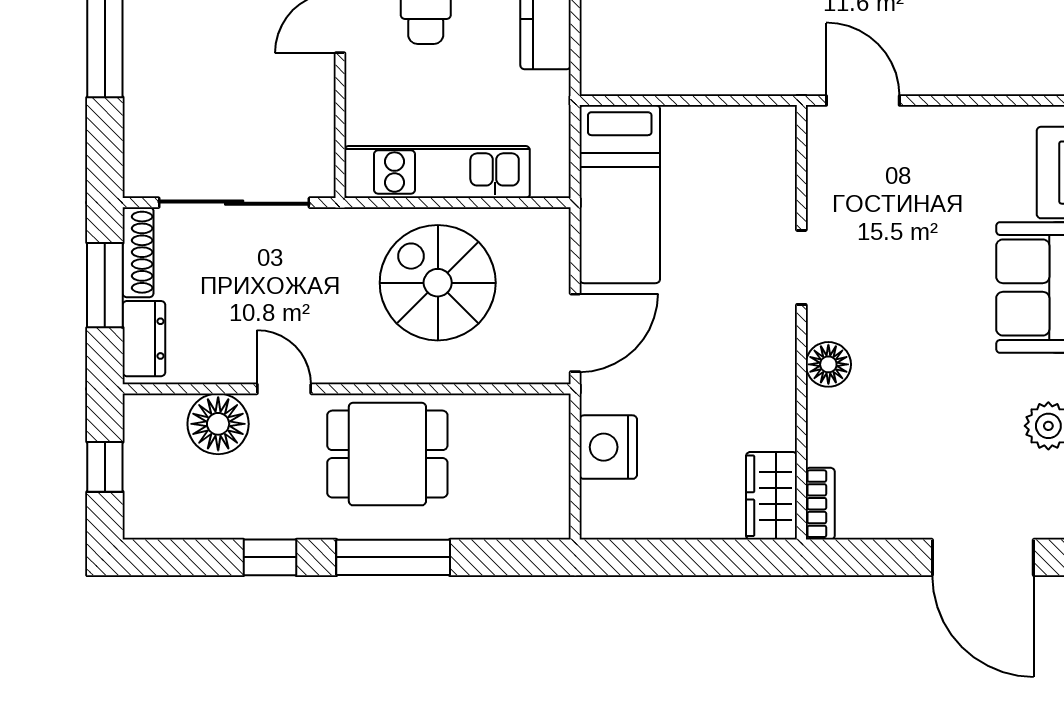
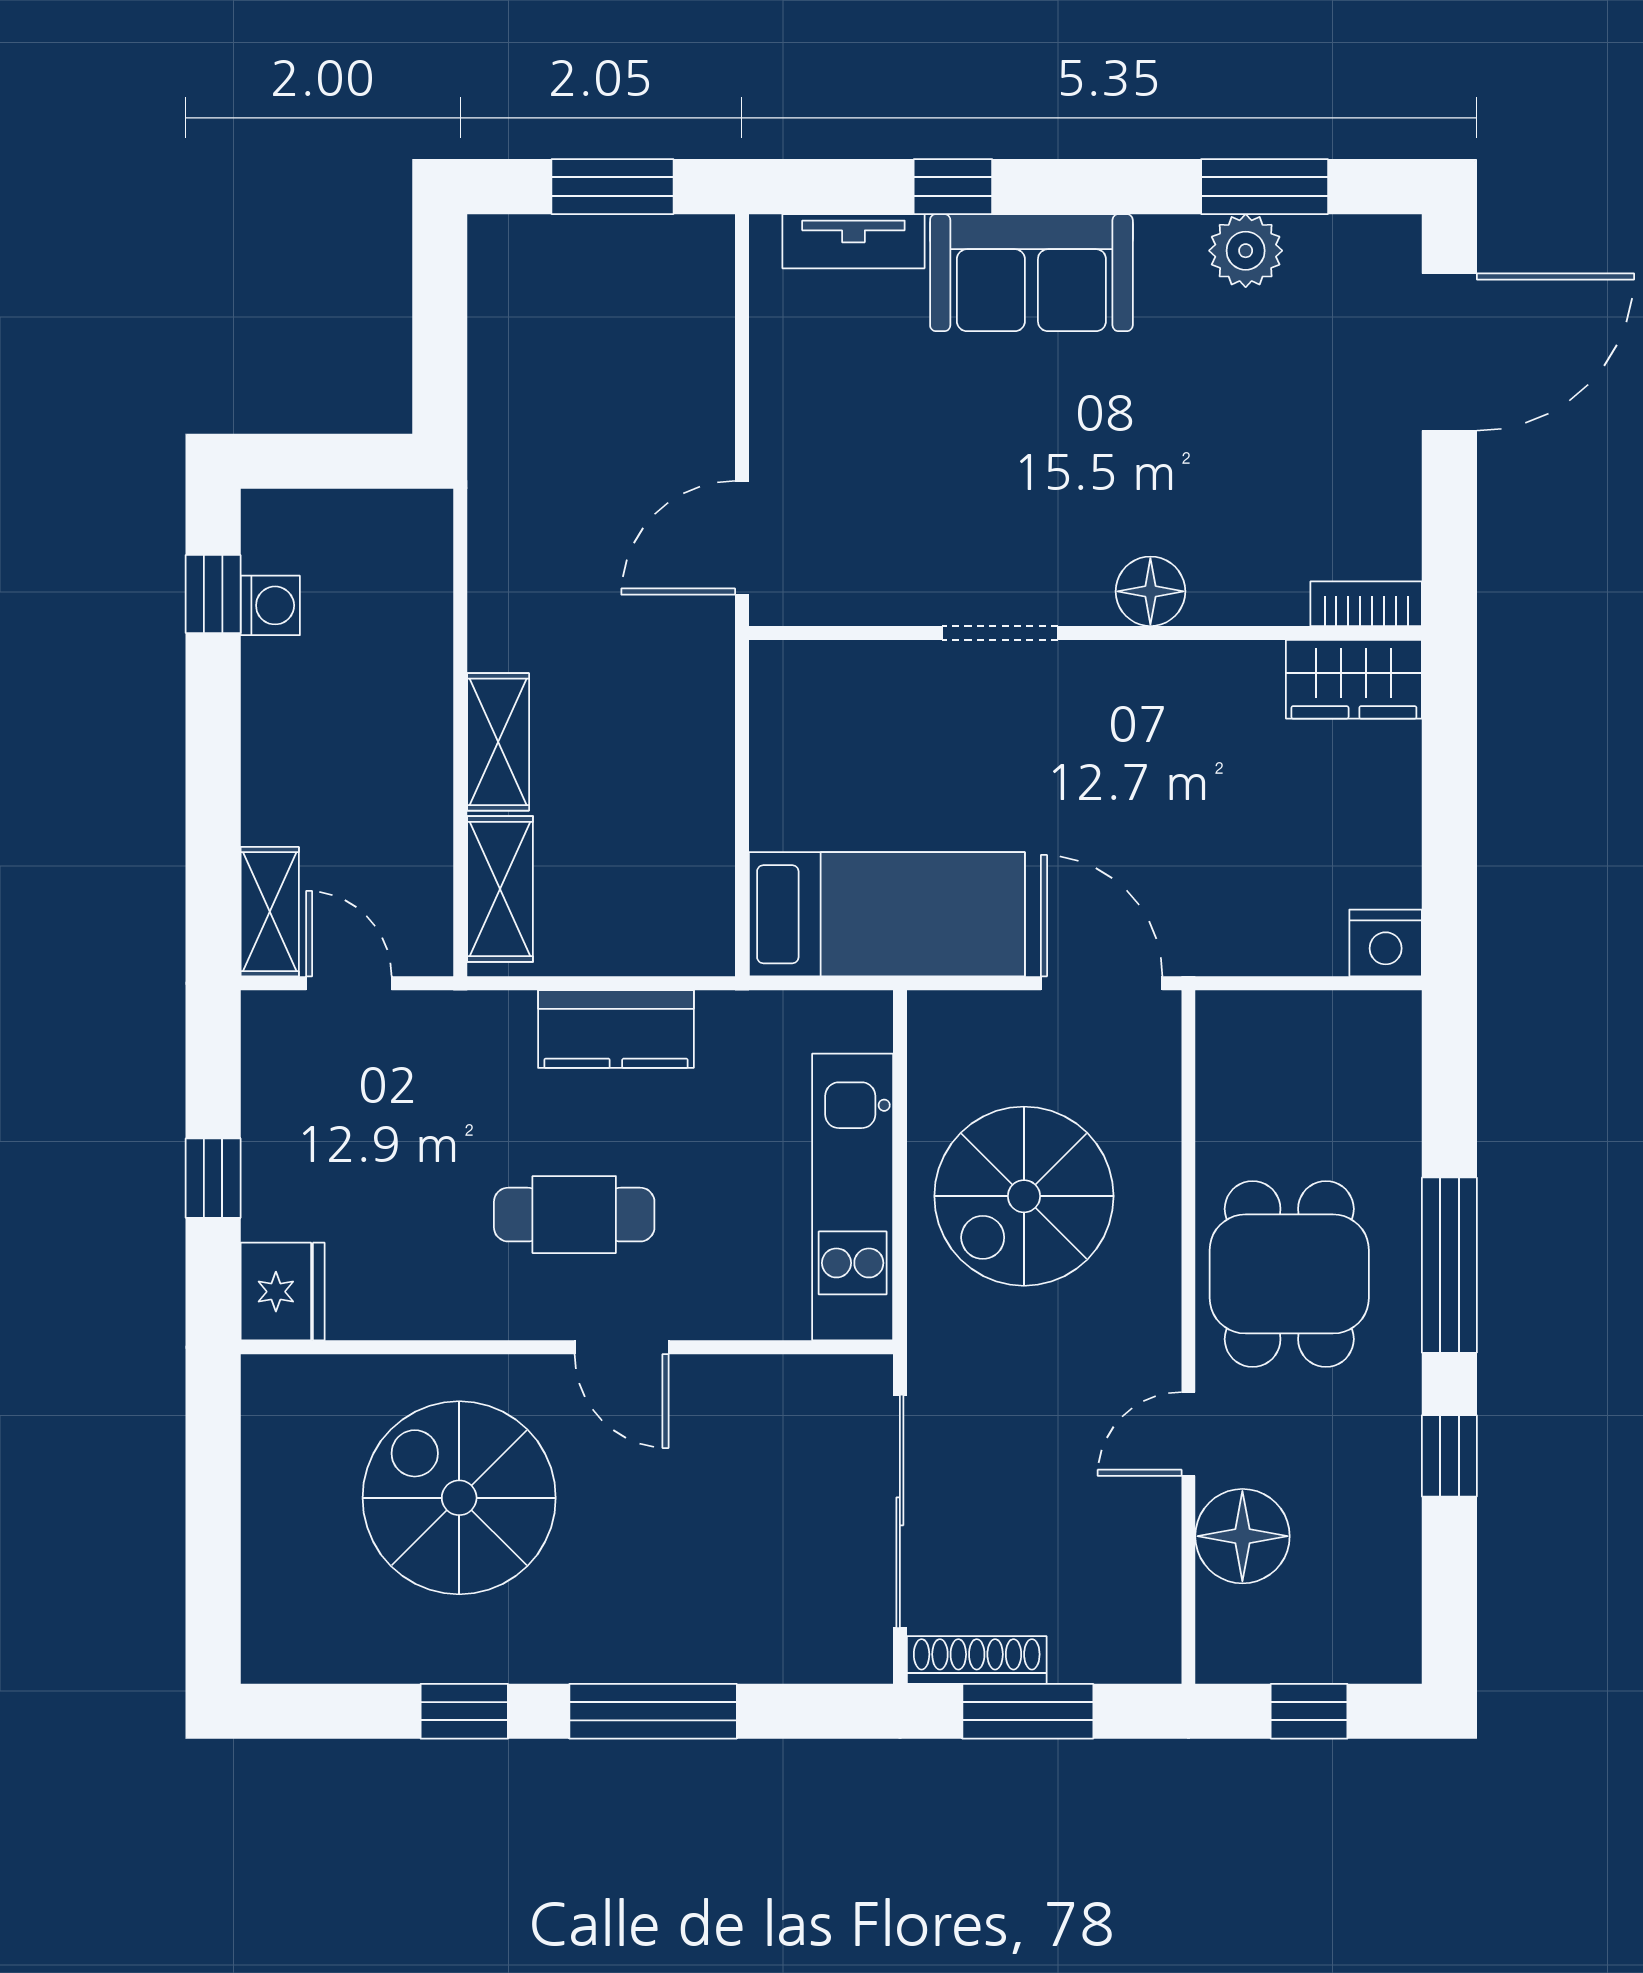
dresser: (144, 339) -> (1111, 1651), removed
nightstand: (608, 447) -> (1386, 943), moved, width x0.74, depth x0.75

